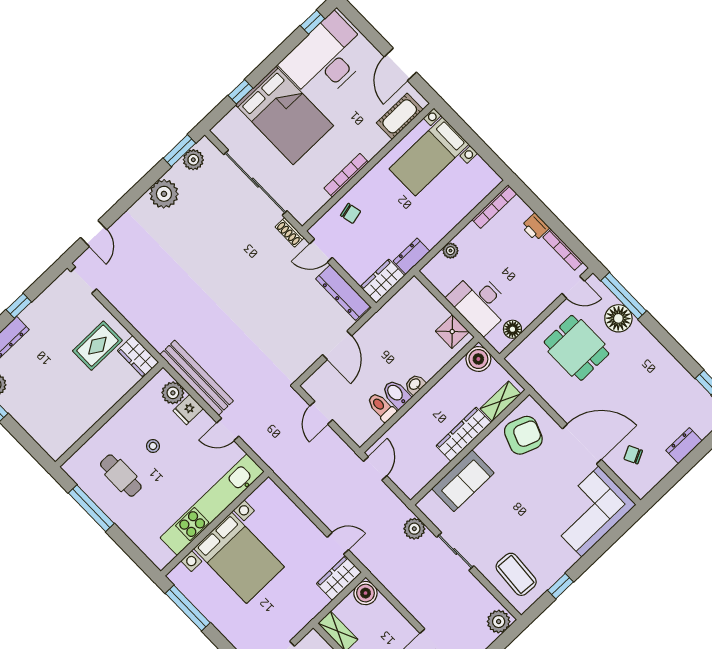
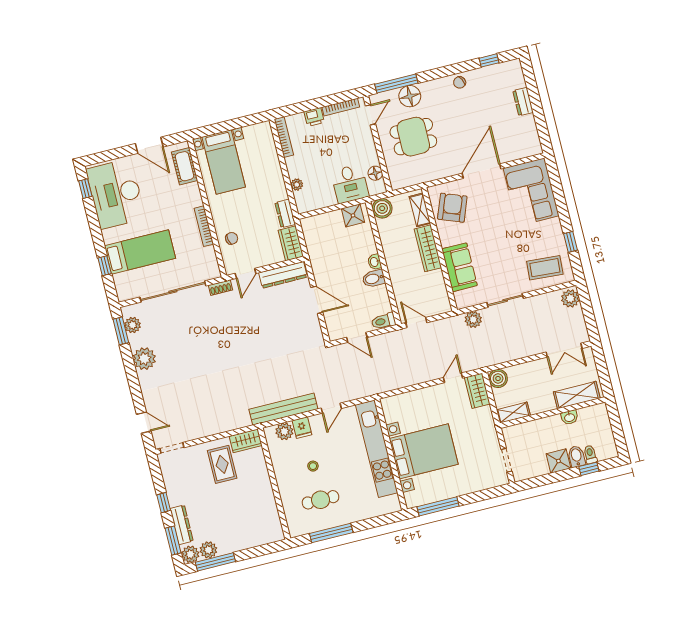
bed: (285, 115) -> (140, 252), width x0.67
desk: (480, 303) -> (350, 184), width x0.73
toilet: (381, 407) -> (384, 321), moved
chair: (633, 455) -> (460, 82), moved

